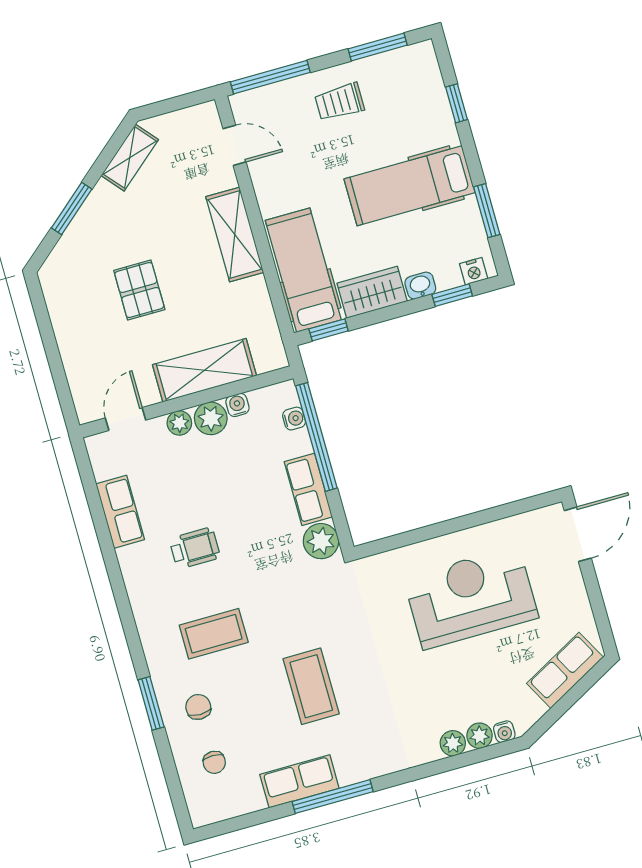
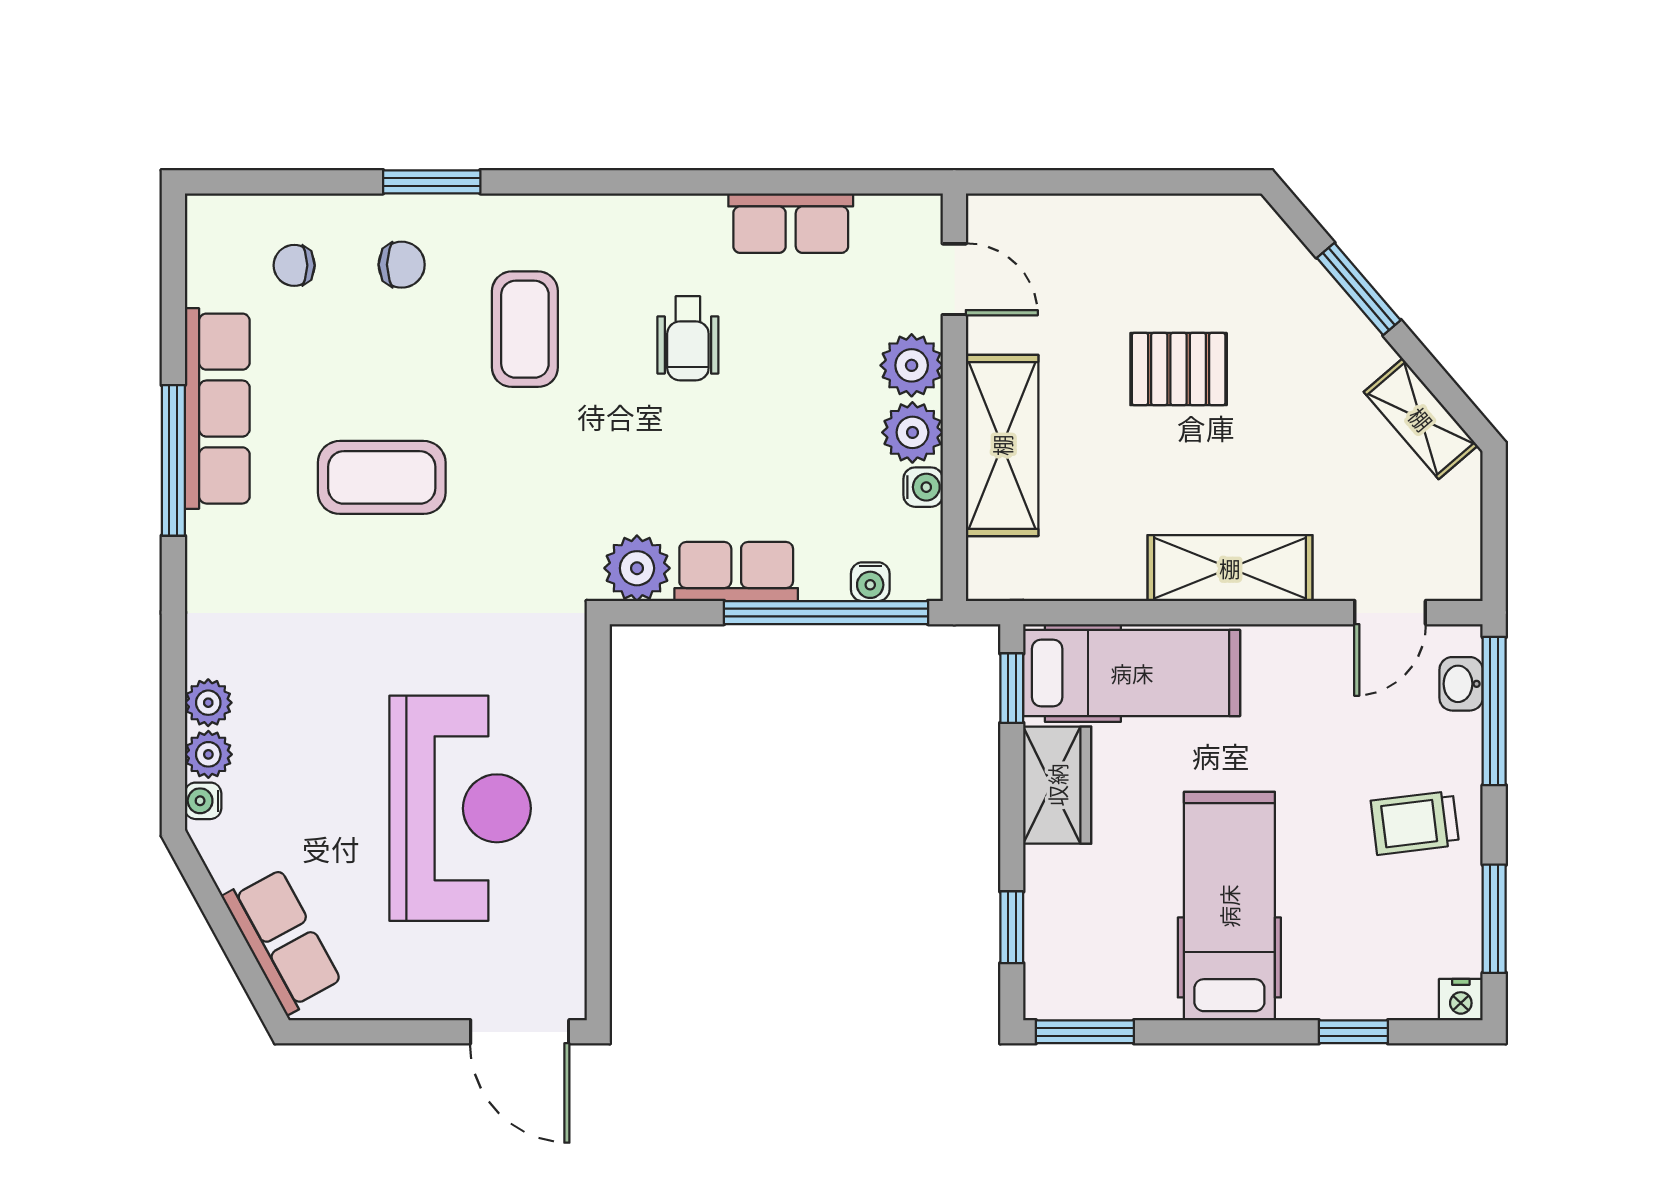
trolley: (340, 102) -> (1415, 823), turned -97
window: (487, 211) -> (1085, 1032), moved
nightstand: (474, 271) -> (1461, 1000), moved, turned -90
washbasin: (420, 286) -> (1461, 684), moved, turned 180
plant: (179, 423) -> (912, 365), width x1.38, depth x1.38
row of seats: (299, 781) -> (217, 409), width x1.48

